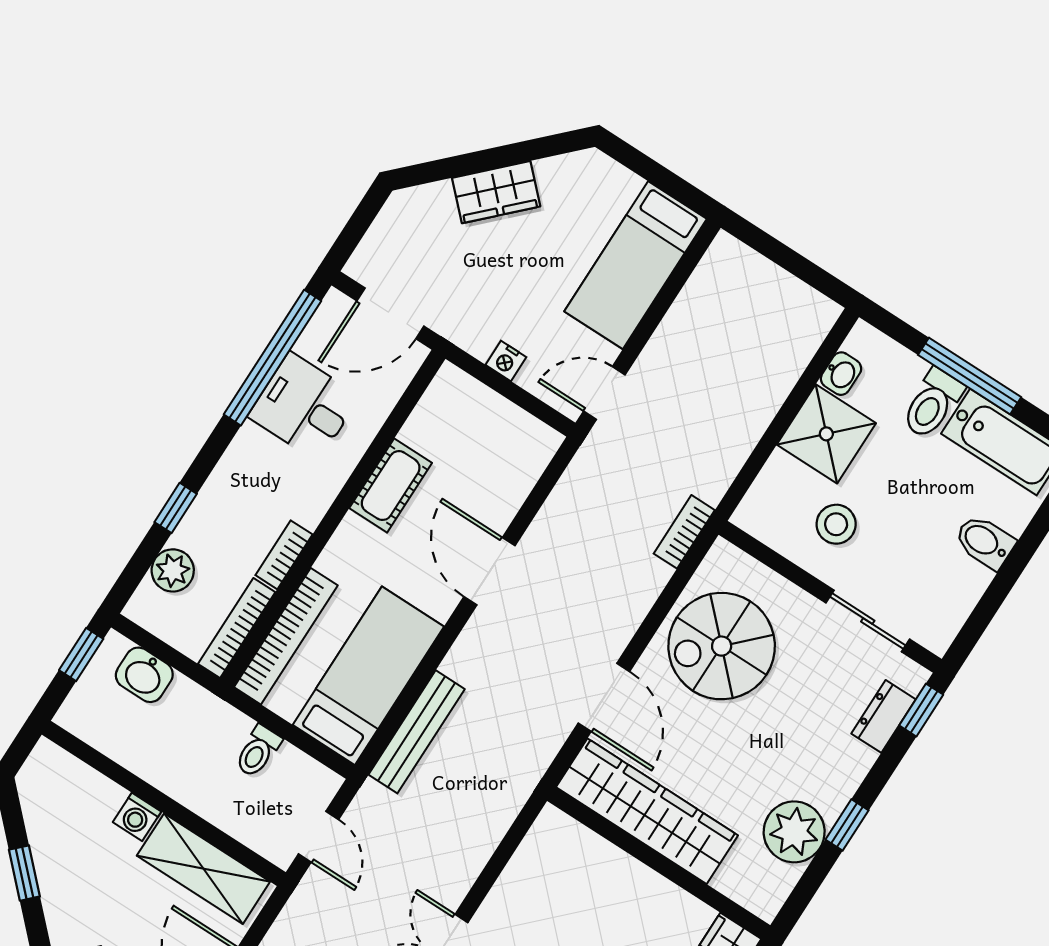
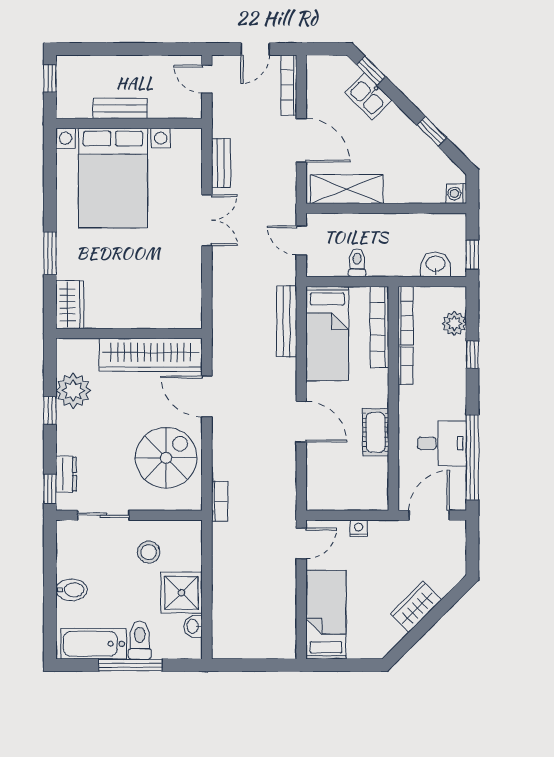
washing machine: (137, 817) -> (456, 194), moved, turned -90

